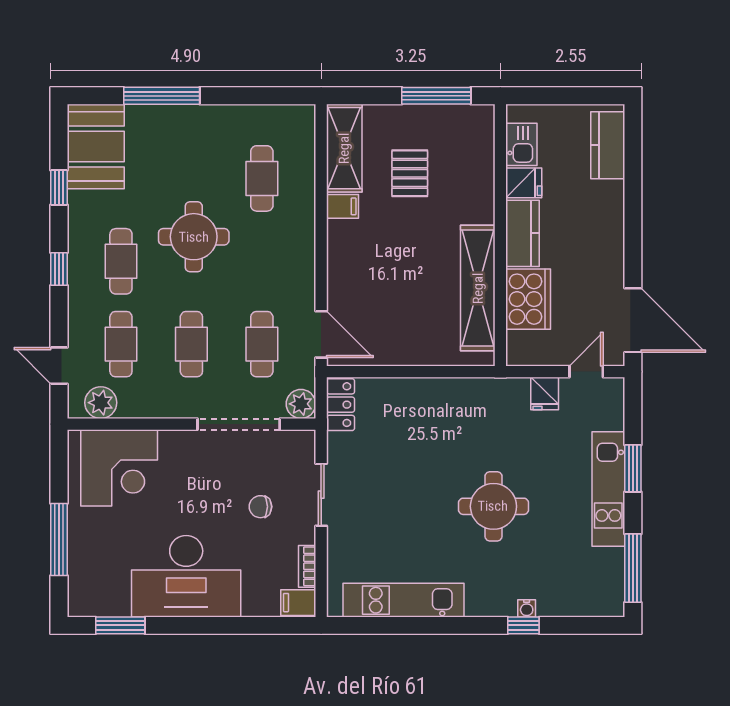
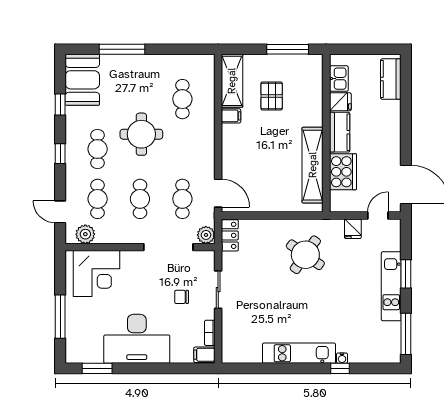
round table: (493, 506) -> (305, 255), moved, turned 35
kitchen unit: (404, 600) -> (299, 353), moved

